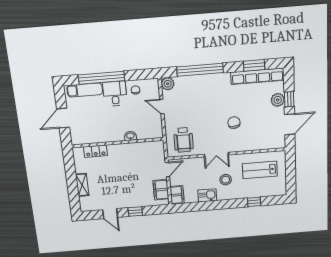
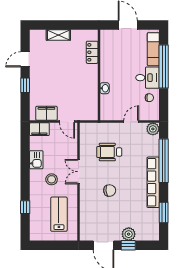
row of seats: (257, 76) -> (153, 182), moved
wheelchair: (183, 140) -> (109, 152), moved

